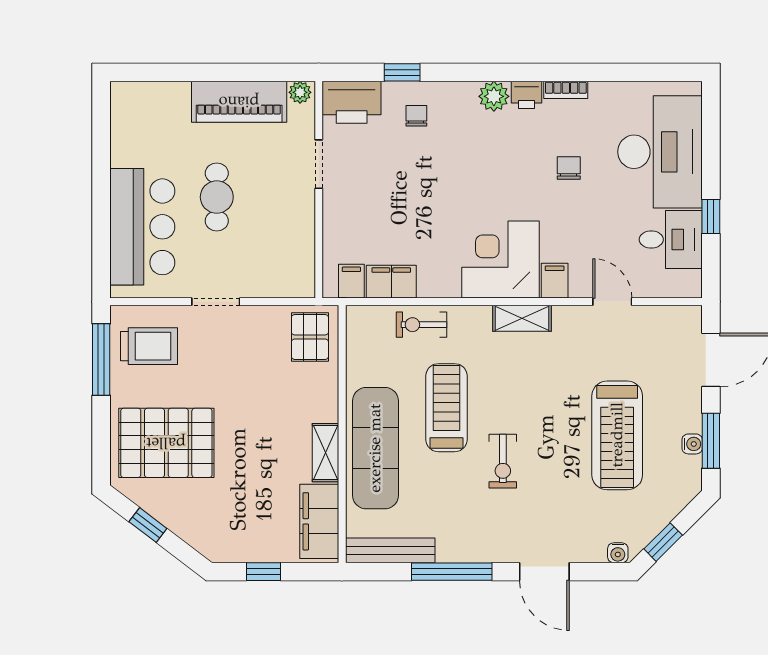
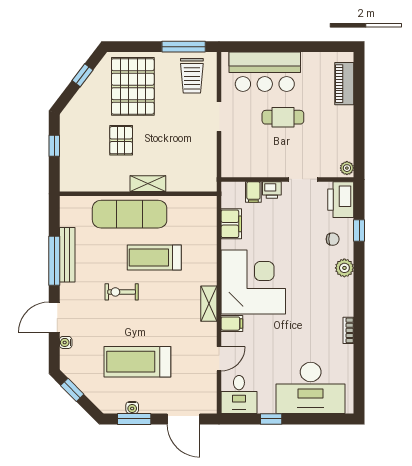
printer: (526, 95) -> (272, 190), moved, turned -90
plant: (494, 96) -> (344, 268), moved
piano: (239, 102) -> (344, 84), moved, width x0.73, depth x0.75
chair: (569, 168) -> (301, 332), removed
desk: (671, 240) -> (239, 394), moved
corner desk: (500, 260) -> (253, 282), width x1.36, depth x1.36
filing cabinet: (351, 281) -> (253, 192), moved, turned 90
exercise bike: (422, 325) -> (205, 242), removed
pallet: (310, 337) -> (121, 140), moved, turned 90
treadmill: (447, 408) -> (154, 258), turned 180
shelving: (325, 453) -> (148, 184), moved
filing cabinet: (319, 521) -> (85, 180), removed
bench: (390, 550) -> (67, 255), moved
water cooler: (618, 553) -> (66, 342), moved

